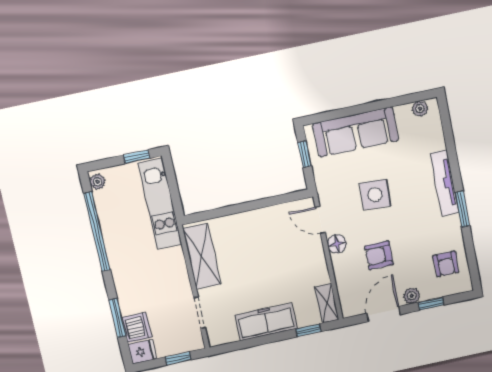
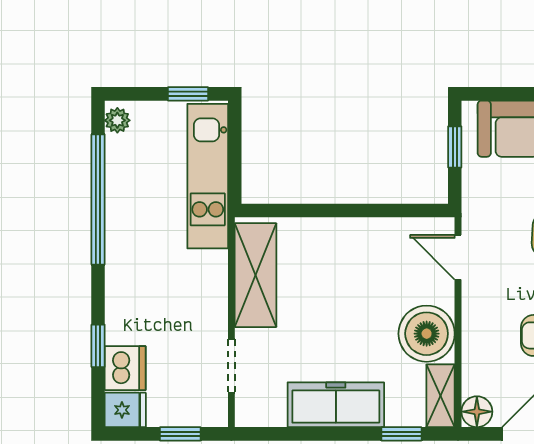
floor lamp: (337, 244) -> (477, 412), moved
boiler: (311, 269) -> (427, 334), added
window: (118, 318) -> (98, 346), width x0.67

